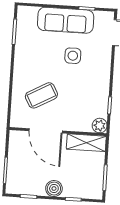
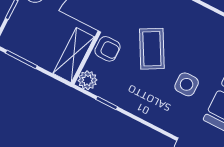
coffee table: (41, 95) -> (152, 49), moved
armchair: (72, 121) -> (108, 49), added

